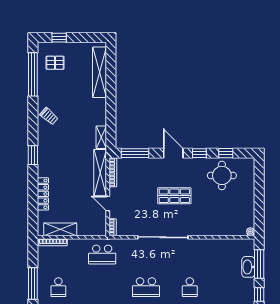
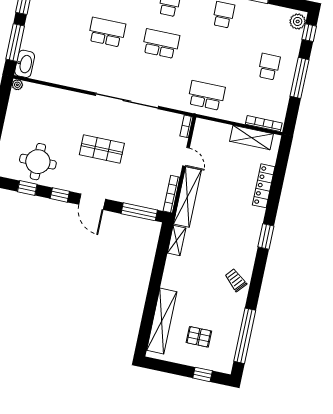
pallet: (55, 63) -> (199, 337), moved
washbasin: (248, 267) -> (25, 64), moved
school desk: (190, 287) -> (107, 32), width x1.85

